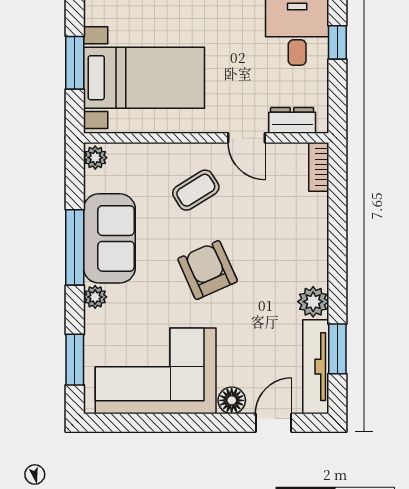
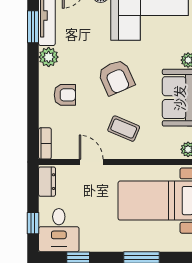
dresser: (292, 120) -> (47, 182), moved, turned -90
coffee table: (196, 190) -> (124, 129), turned 55
armchair: (288, 243) -> (65, 95), added

